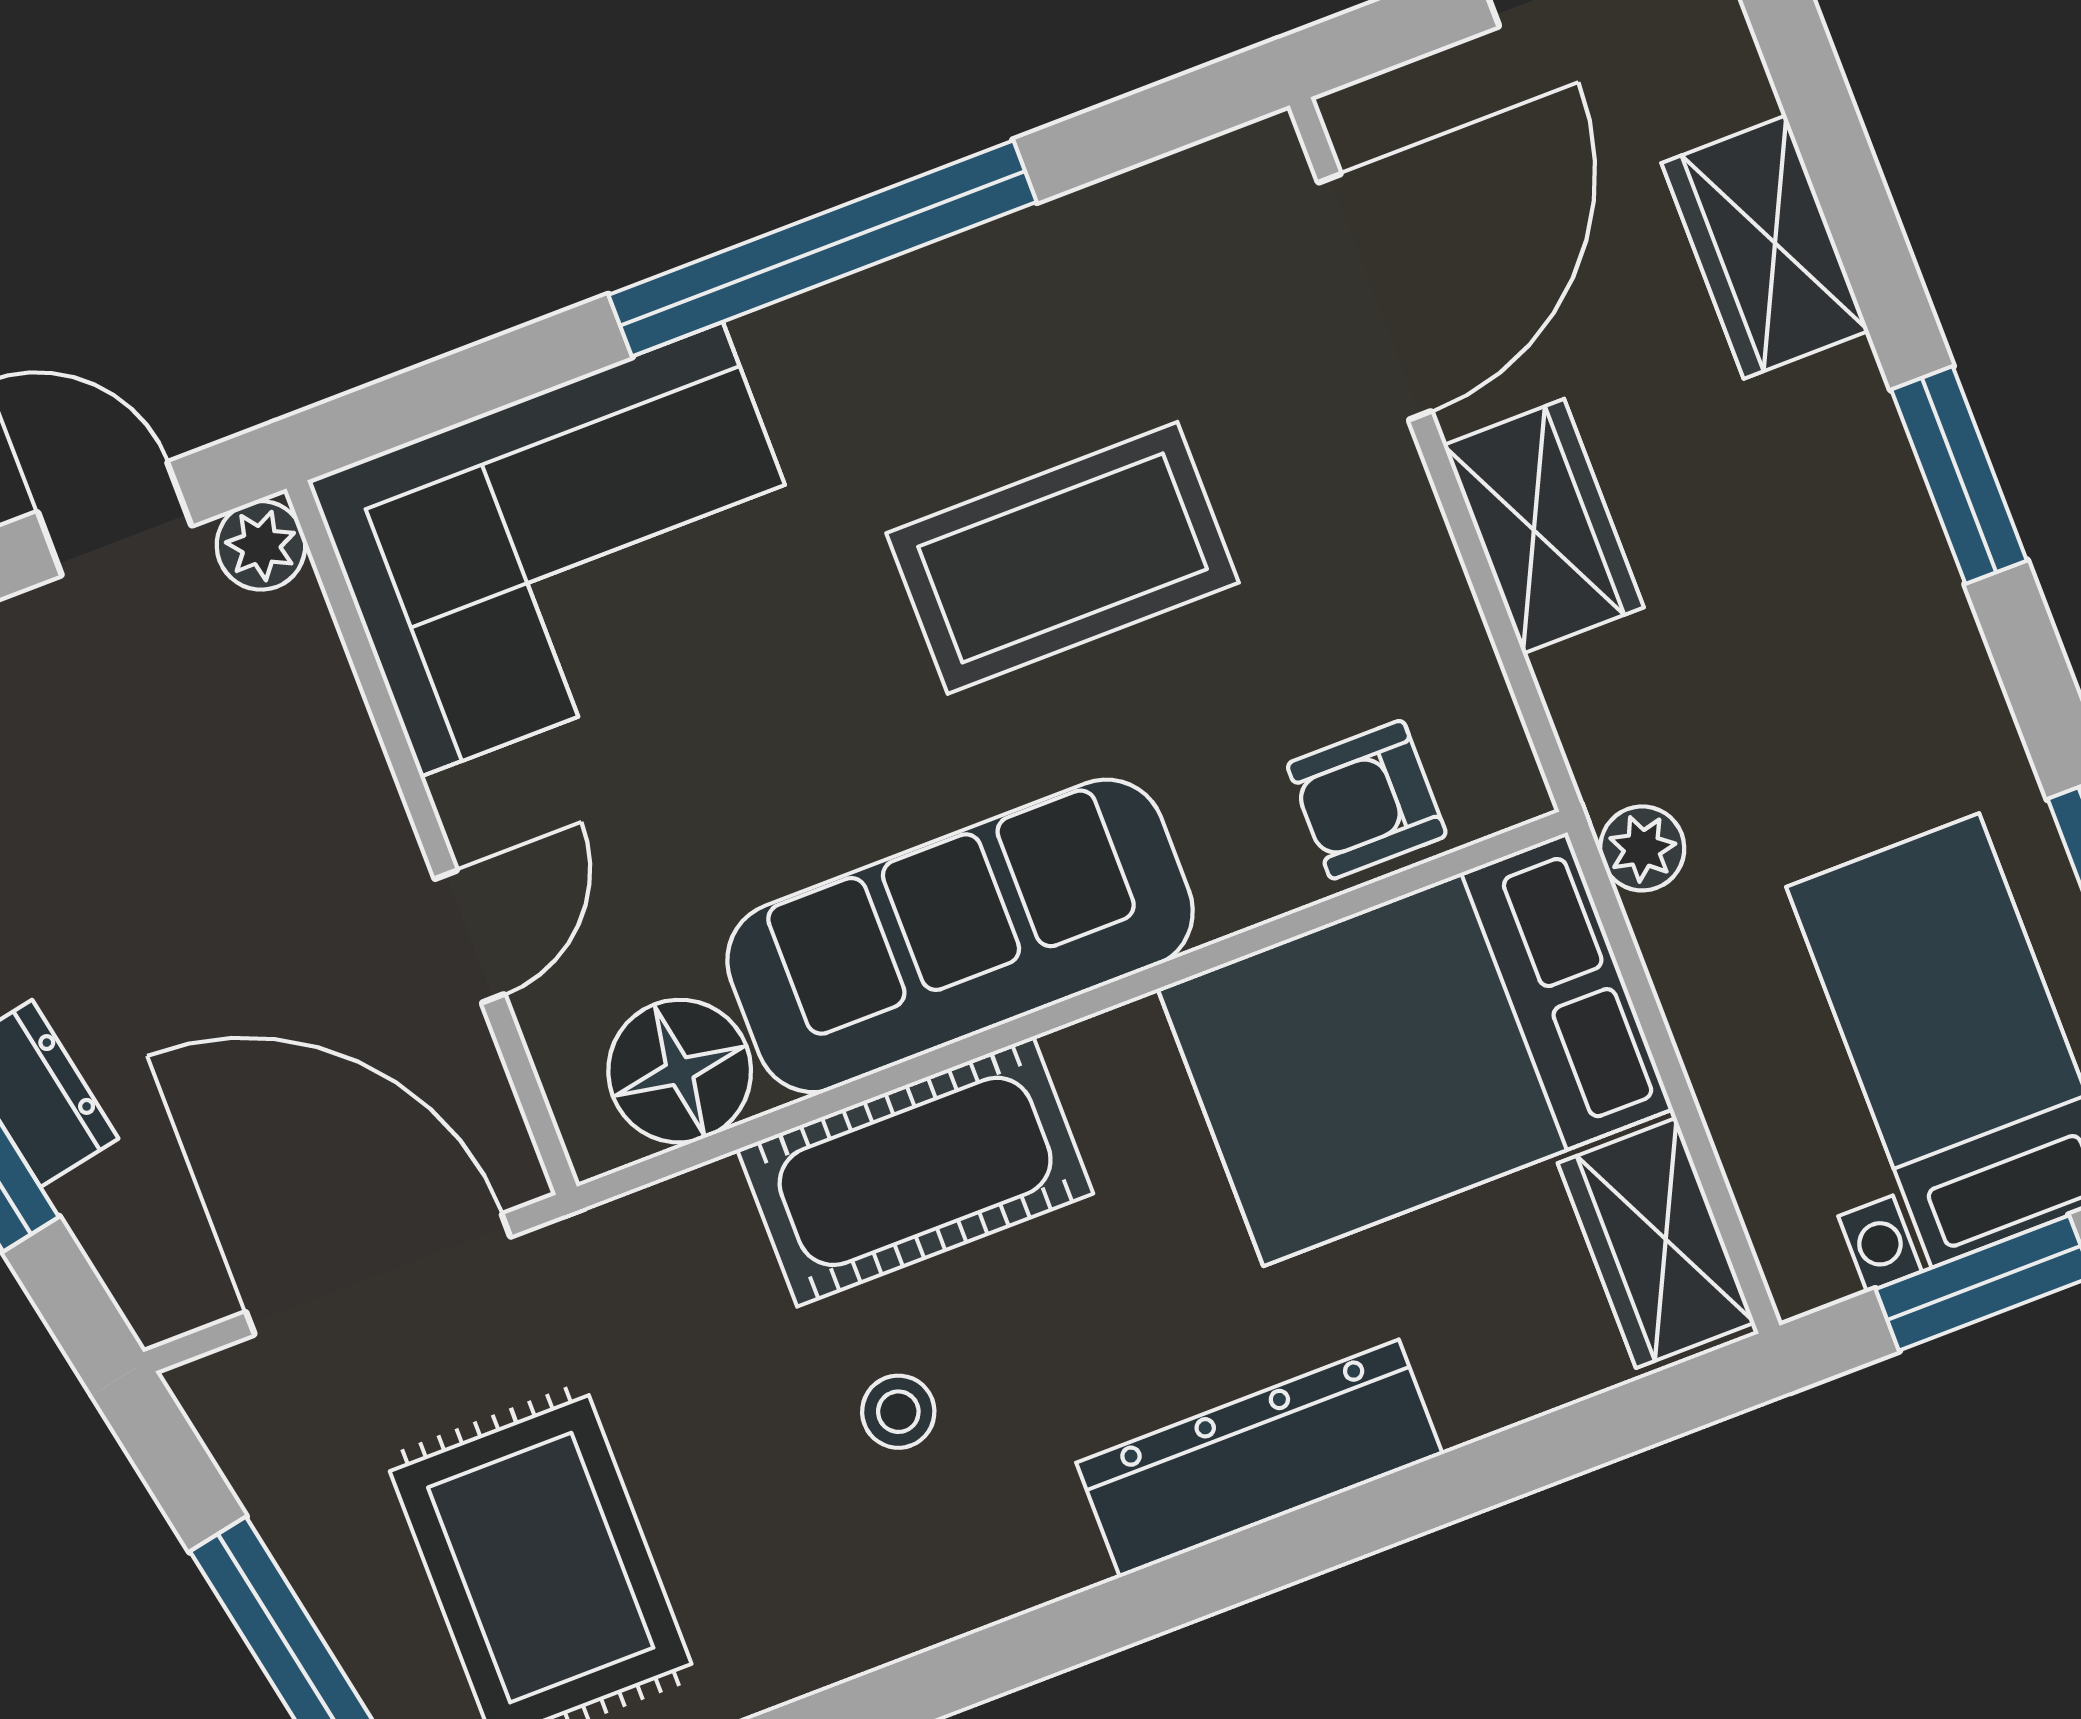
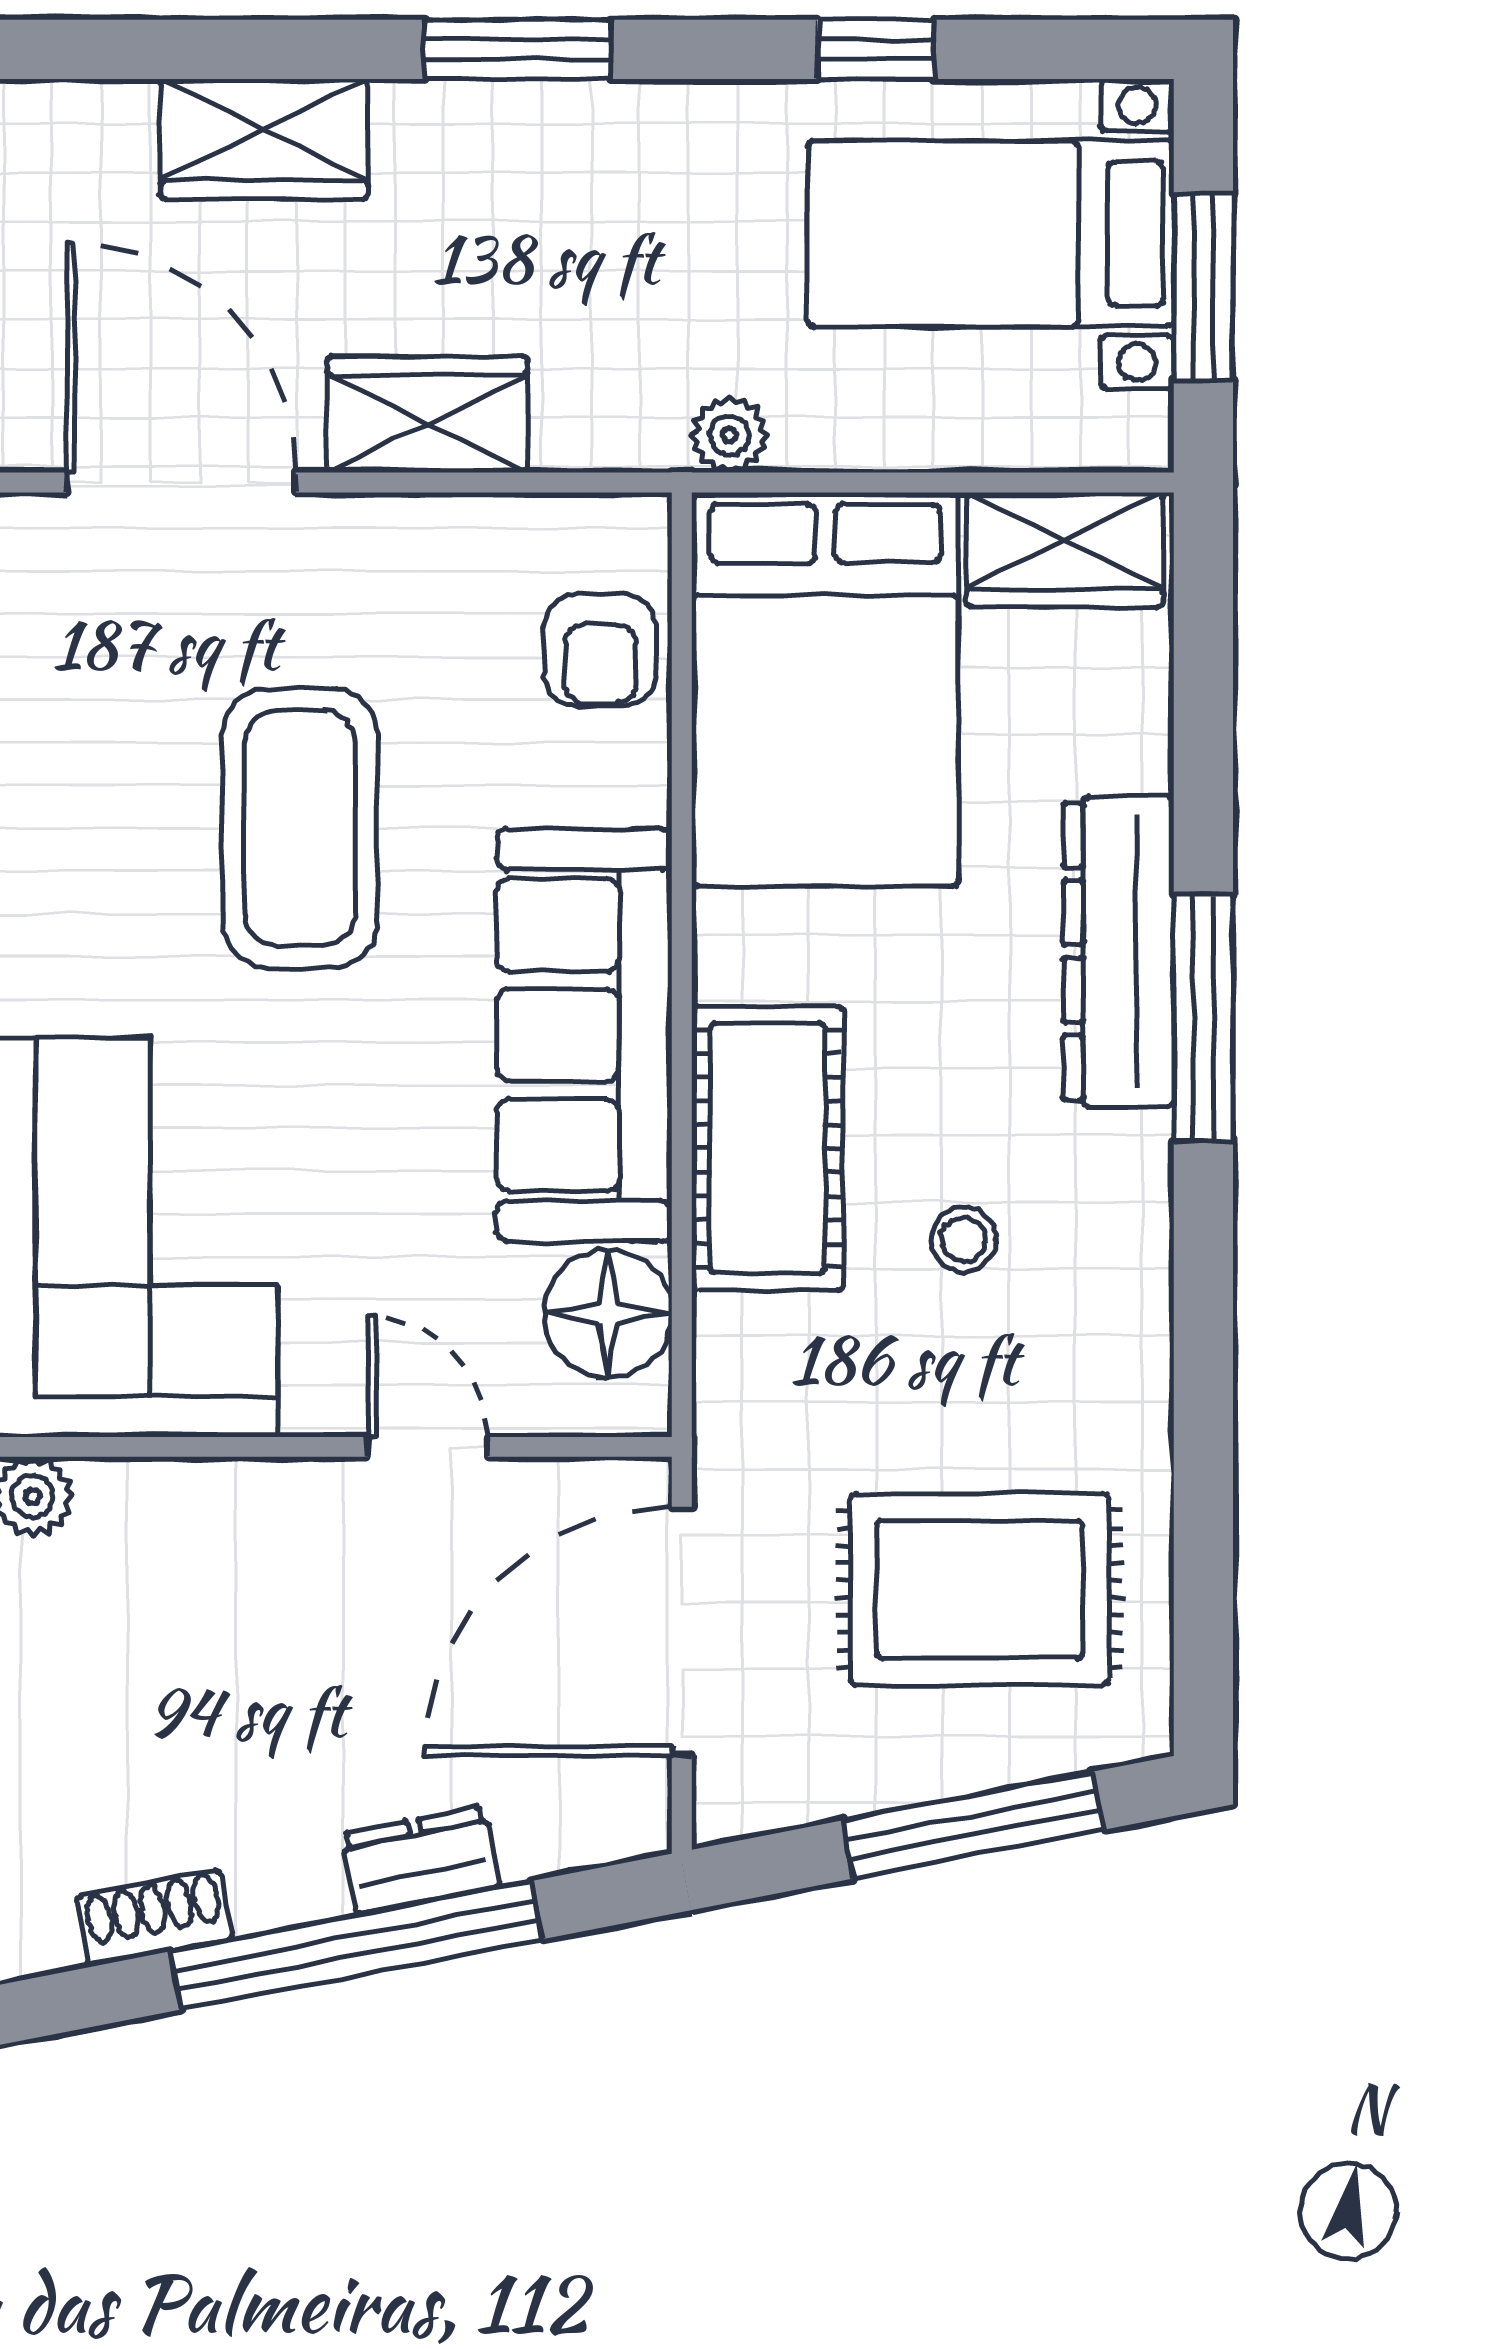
window: (1224, 1573) -> (1203, 1018), added

